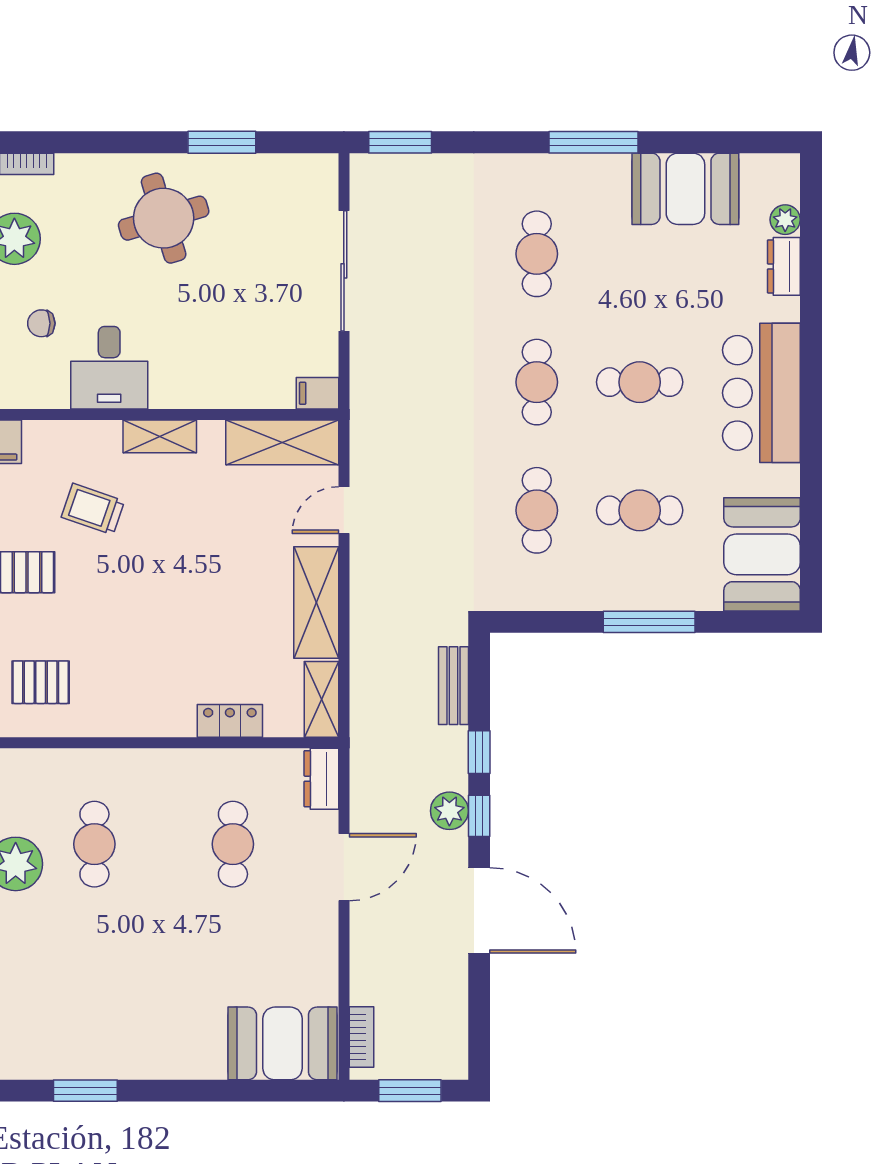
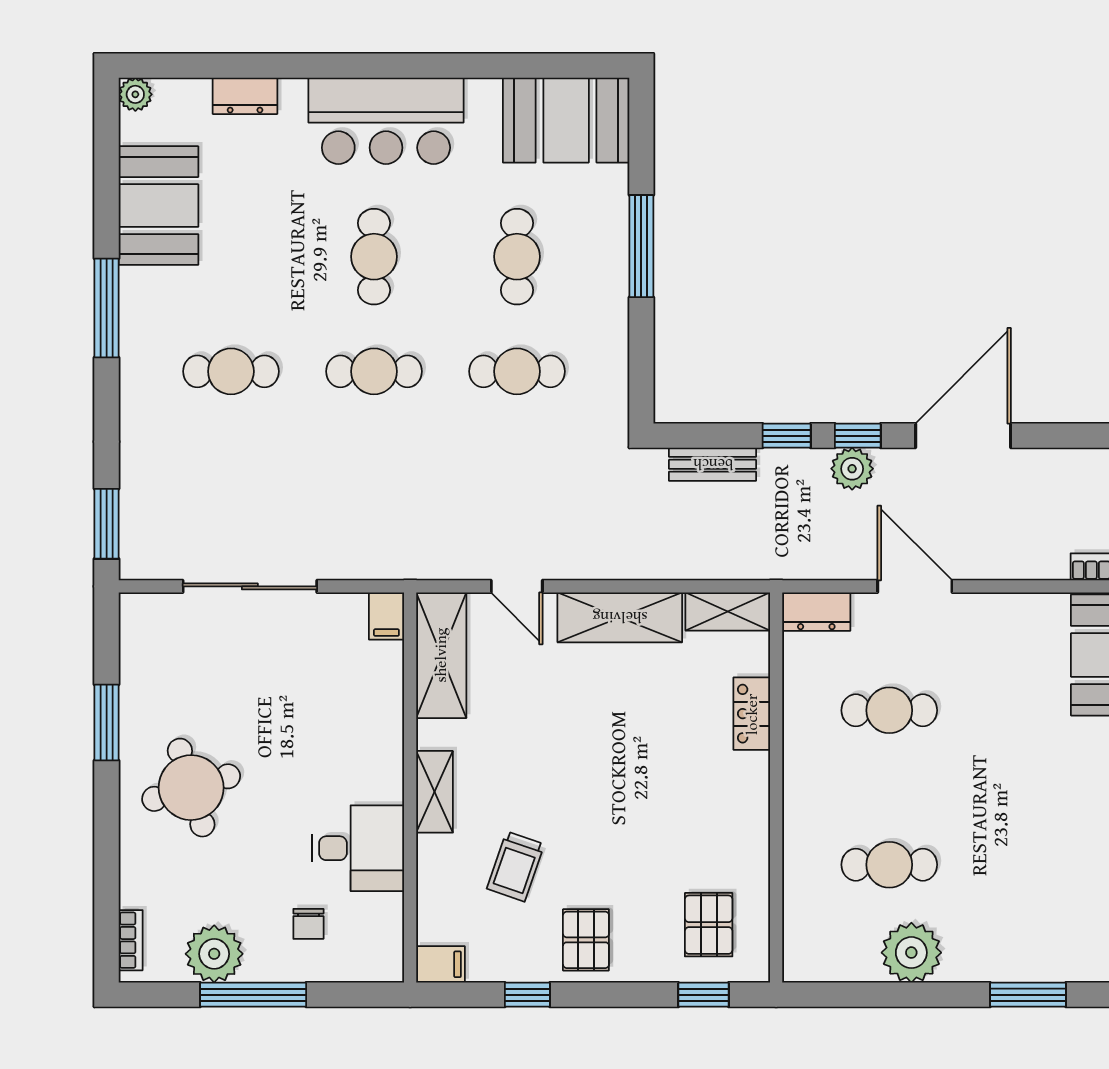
plant: (785, 220) -> (135, 94), moved

